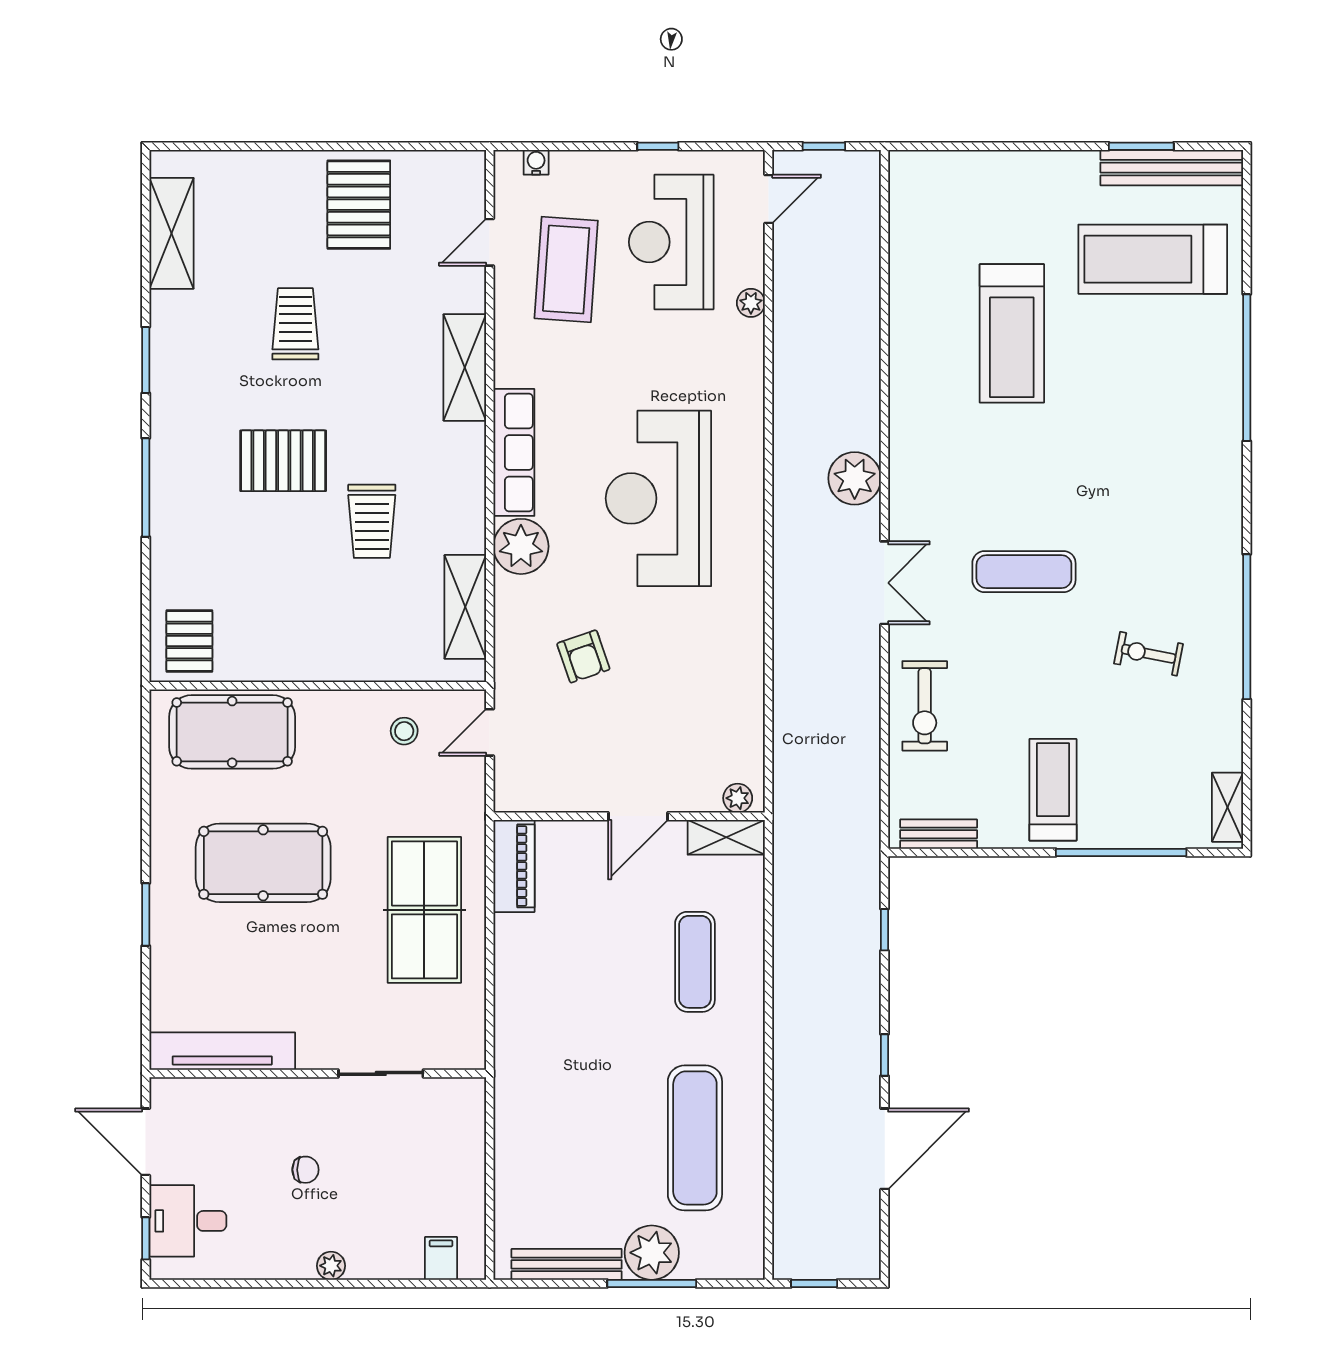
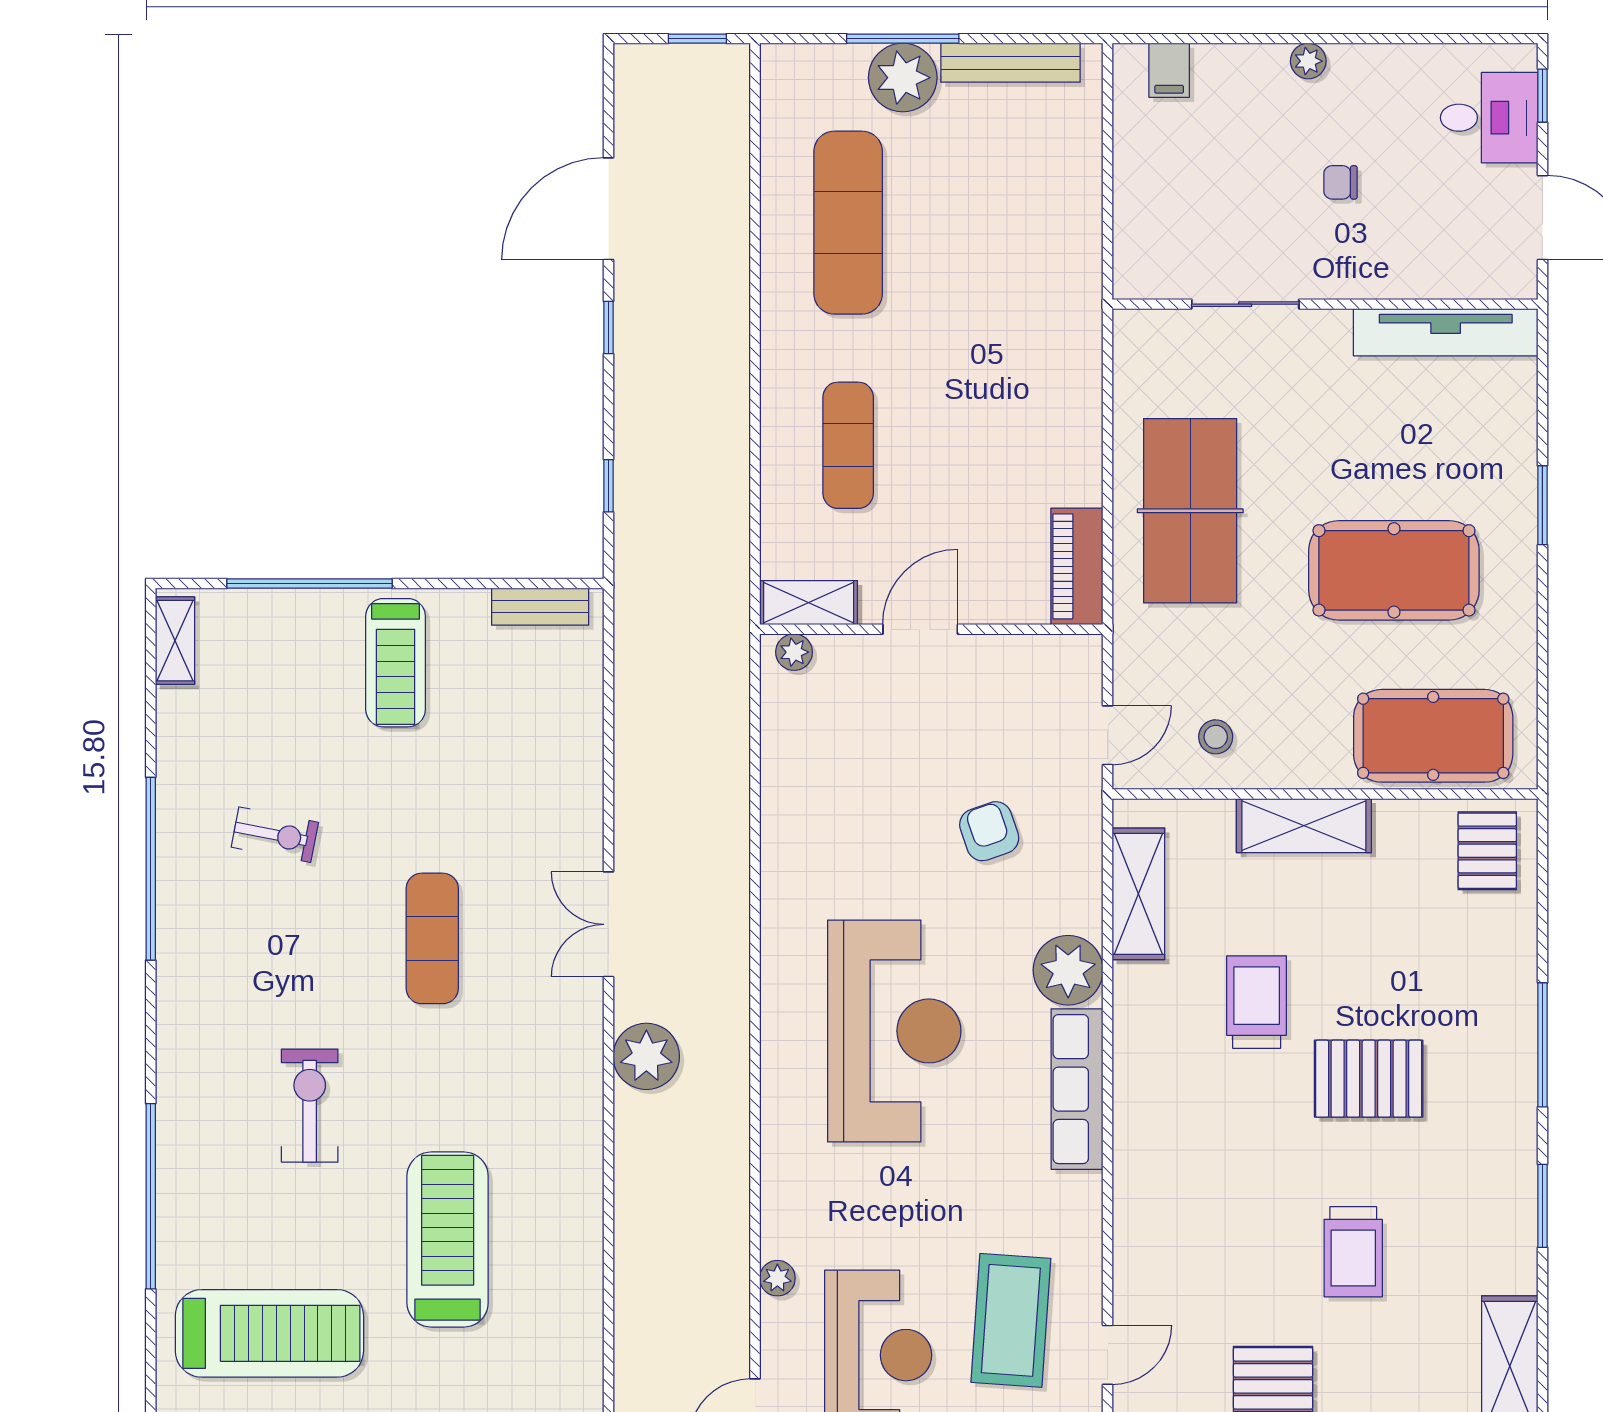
shelving: (465, 367) -> (1304, 826), moved, turned 90
exercise mat: (1024, 572) -> (432, 938), turned 90
exercise bike: (925, 706) -> (310, 1106), moved

